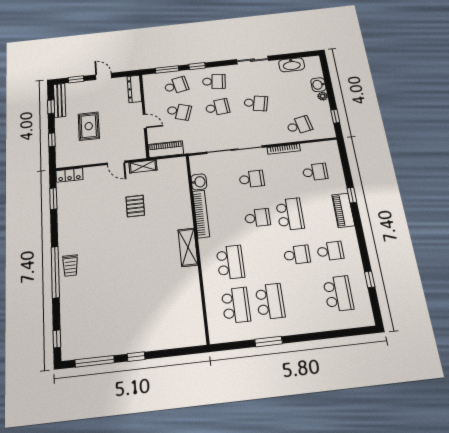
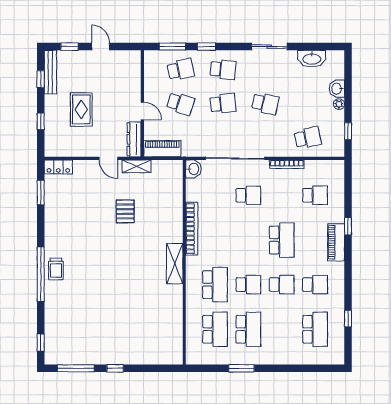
dresser: (134, 89) -> (134, 139), moved
washbasin: (199, 182) -> (193, 169), moved
school desk: (257, 218) -> (248, 285), moved

